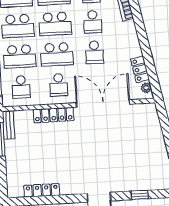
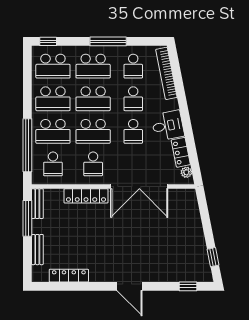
desk: (126, 45) -> (168, 126), added
double door: (103, 103) -> (139, 187), swing flipped
bench: (11, 168) -> (37, 250), added
window: (140, 195) -> (188, 286), moved

